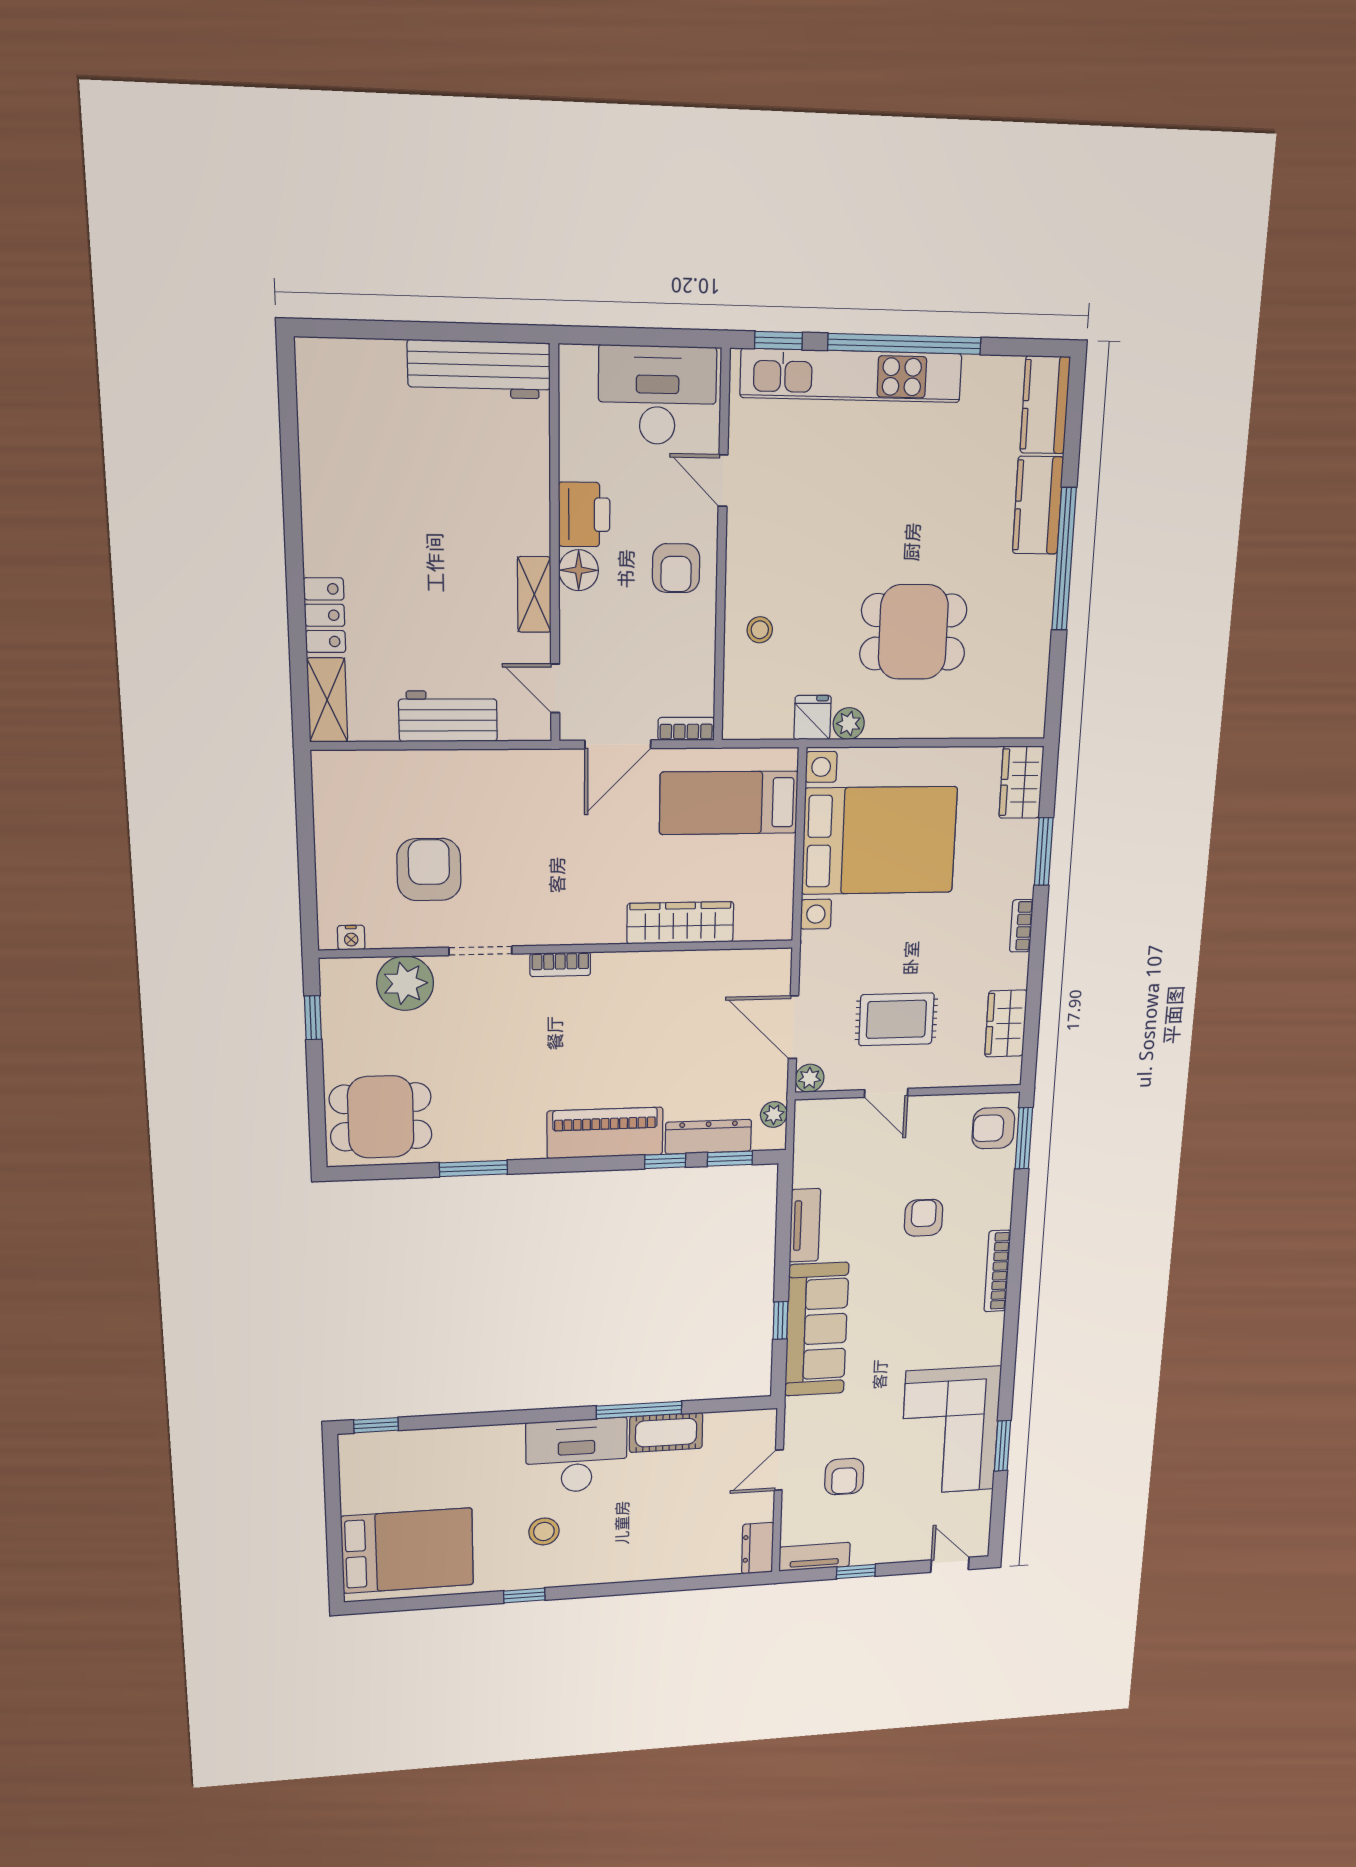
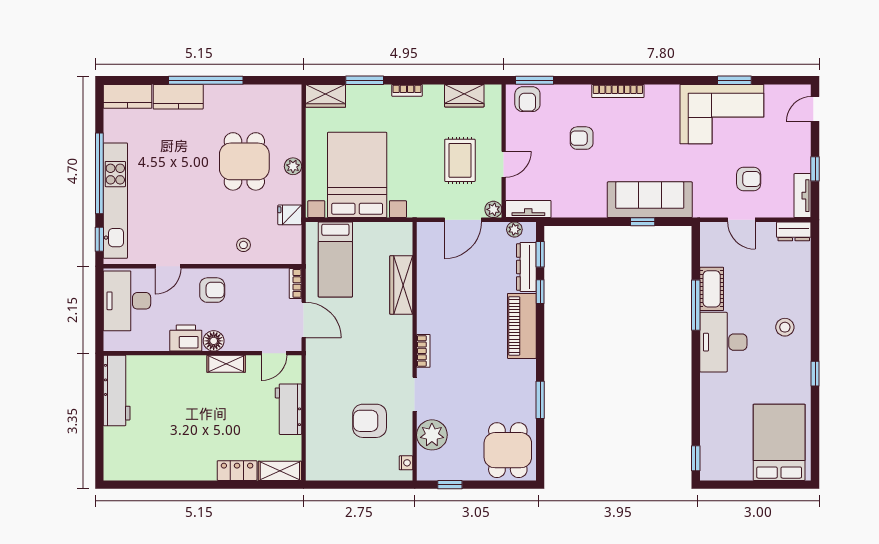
plant: (849, 724) -> (293, 166), moved
tv unit: (805, 1225) -> (528, 209), moved
stool: (544, 1531) -> (785, 327), moved

